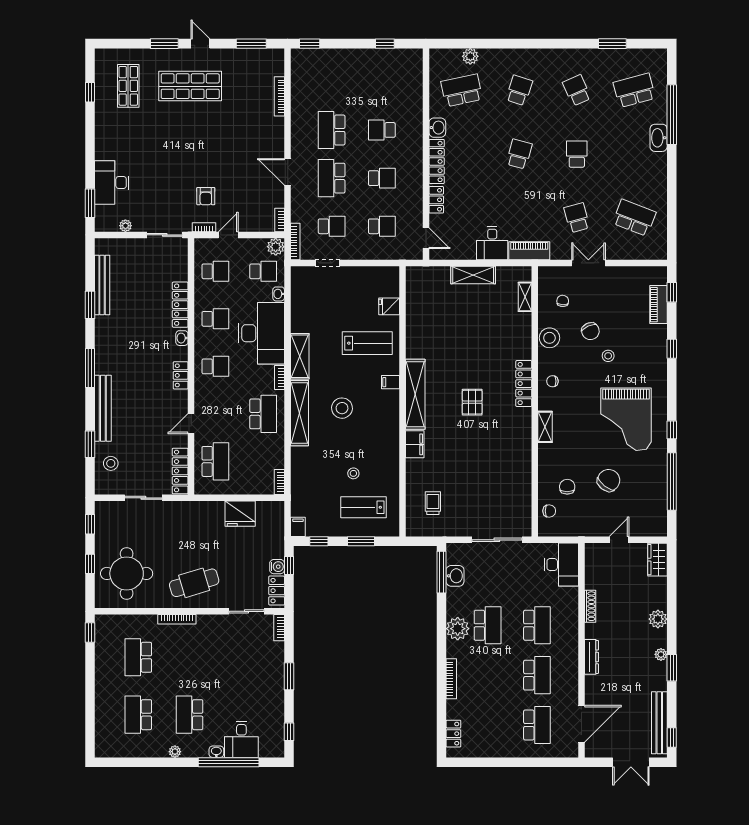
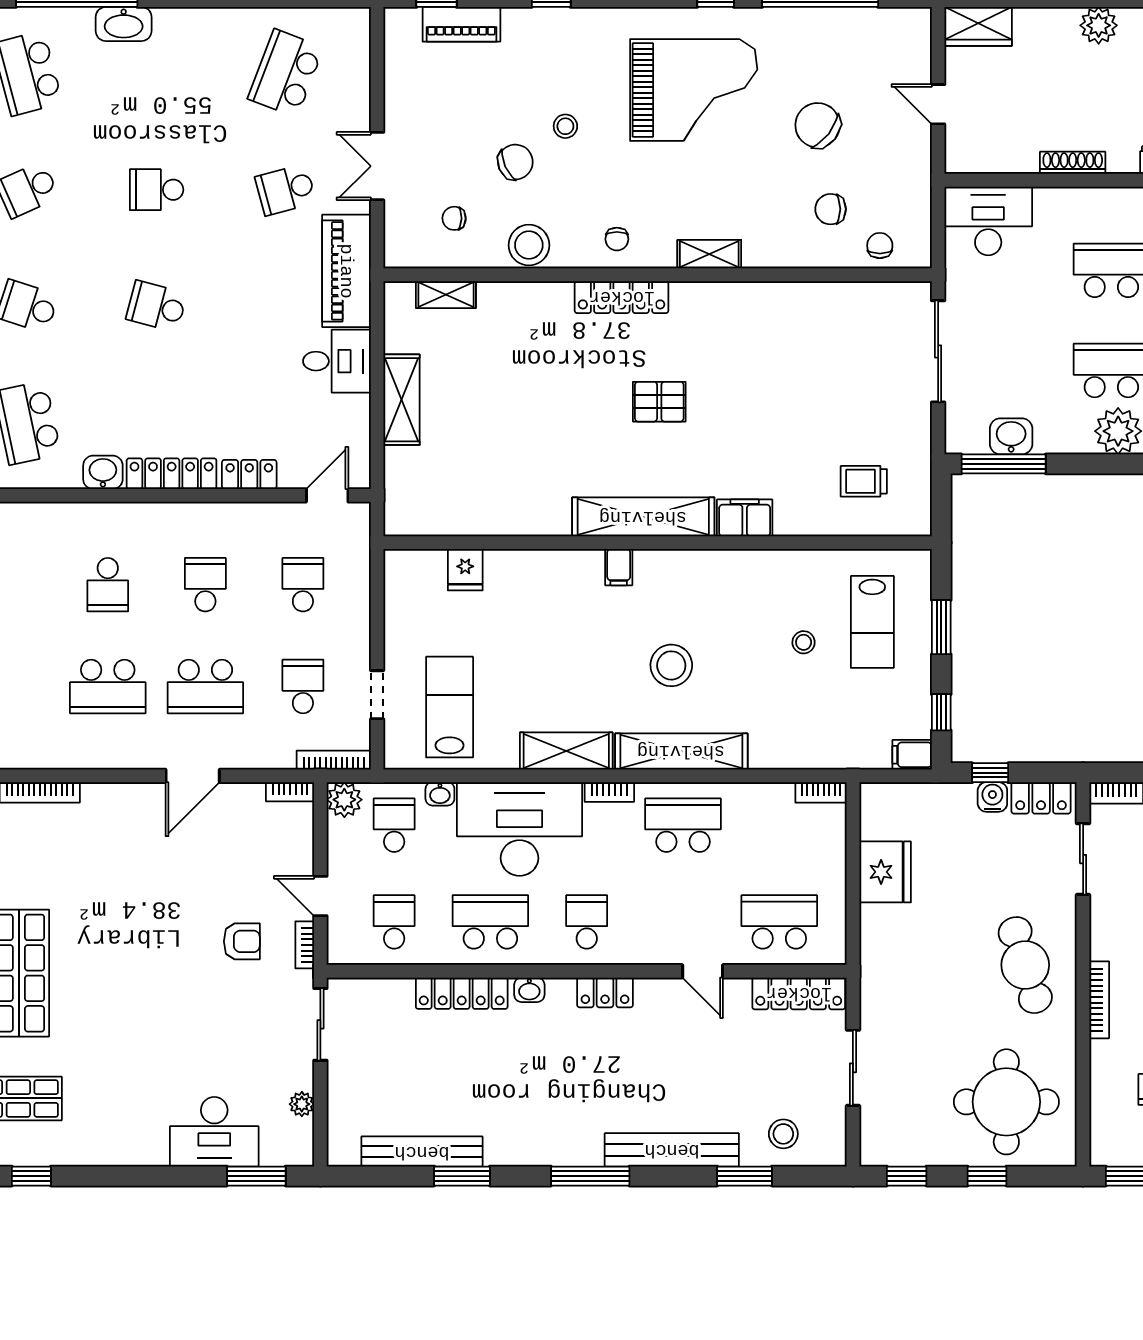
piano: (529, 251) -> (346, 271), width x1.37, depth x1.33
school desk: (215, 319) -> (490, 922), width x1.85
lab bench: (367, 343) -> (450, 707), moved

